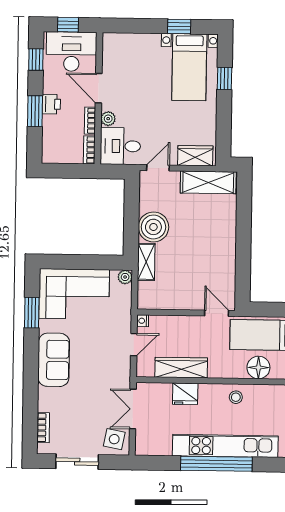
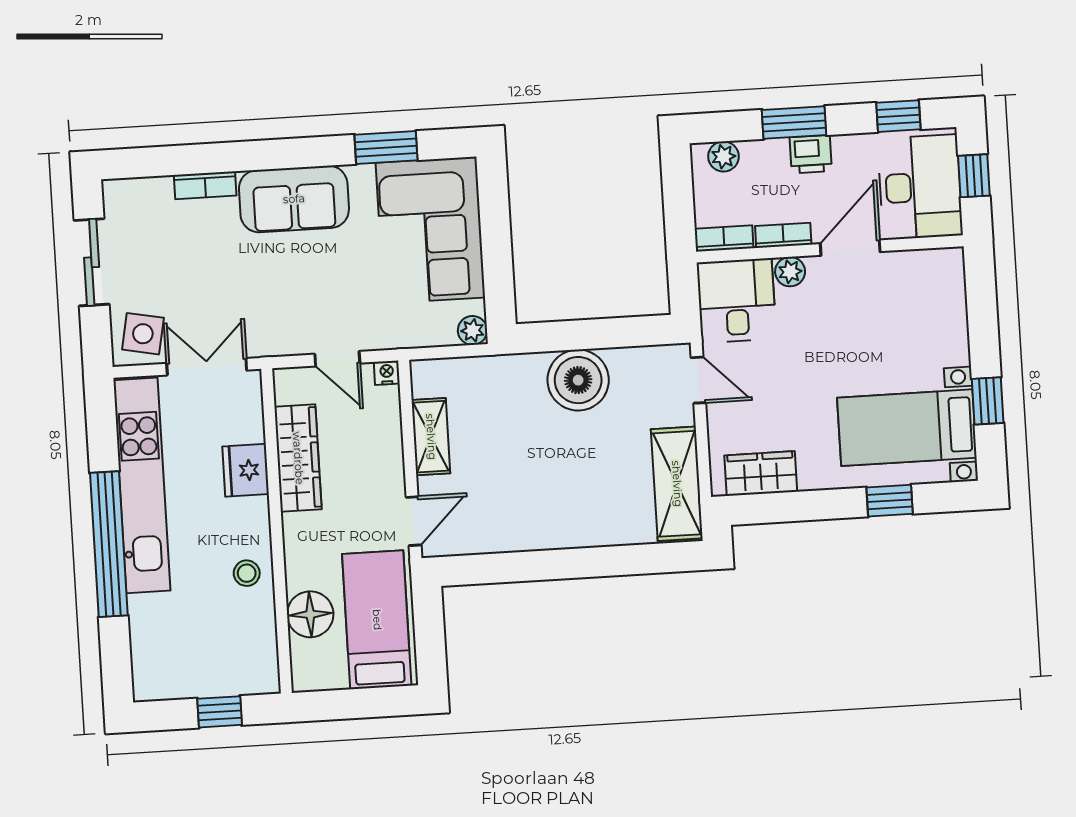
plant: (49, 147) -> (723, 157), added
wardrobe: (195, 156) -> (761, 474), moved, turned -90
shelving: (146, 262) -> (431, 437), moved, turned 90
bookcase: (43, 428) -> (205, 185), moved
kitchen unit: (225, 446) -> (142, 485), moved

